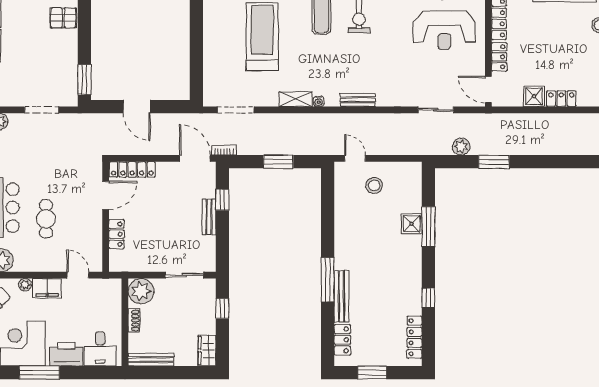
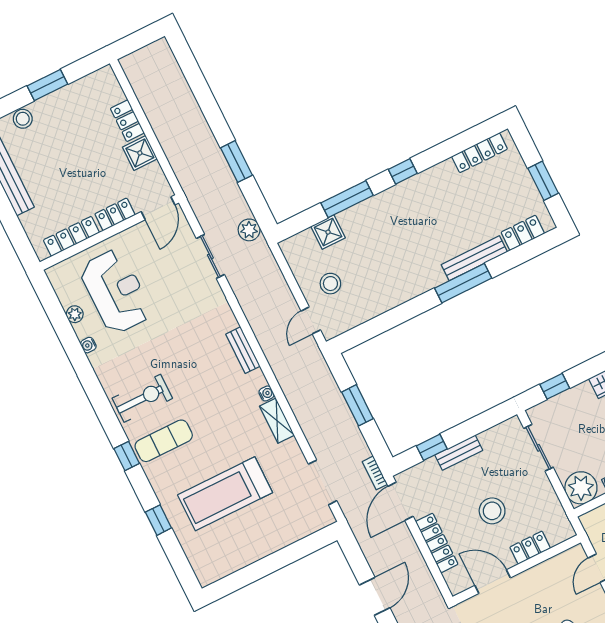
plant: (461, 147) -> (249, 230), moved
locker: (132, 169) -> (437, 543), moved
stool: (156, 220) -> (492, 511), added
shower: (412, 224) -> (328, 232), moved
window: (428, 298) -> (403, 171), moved

